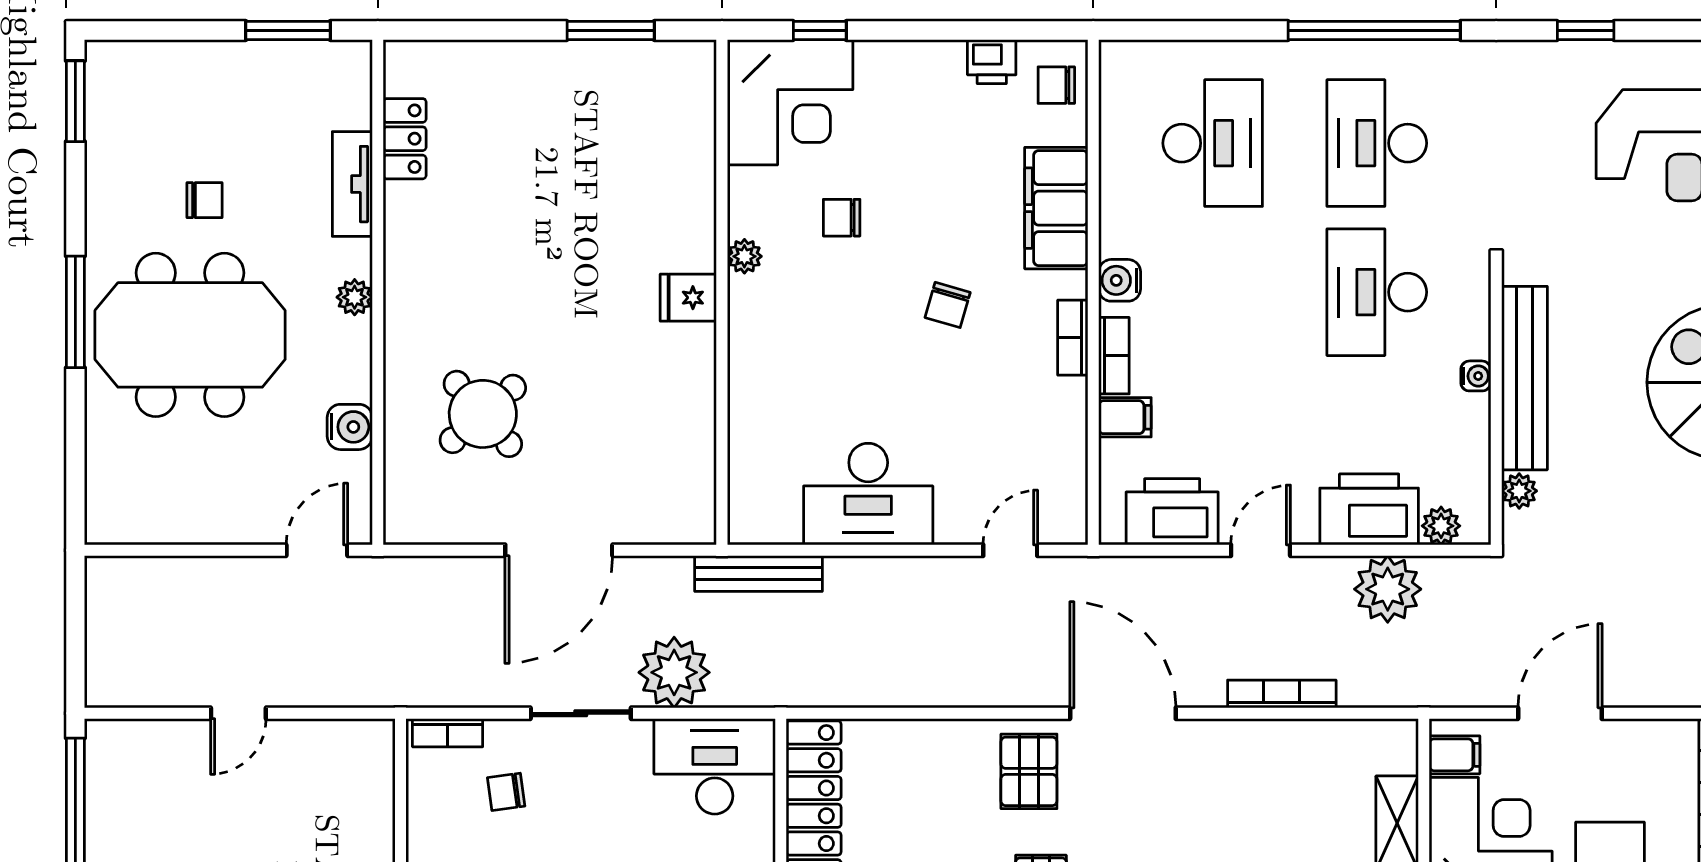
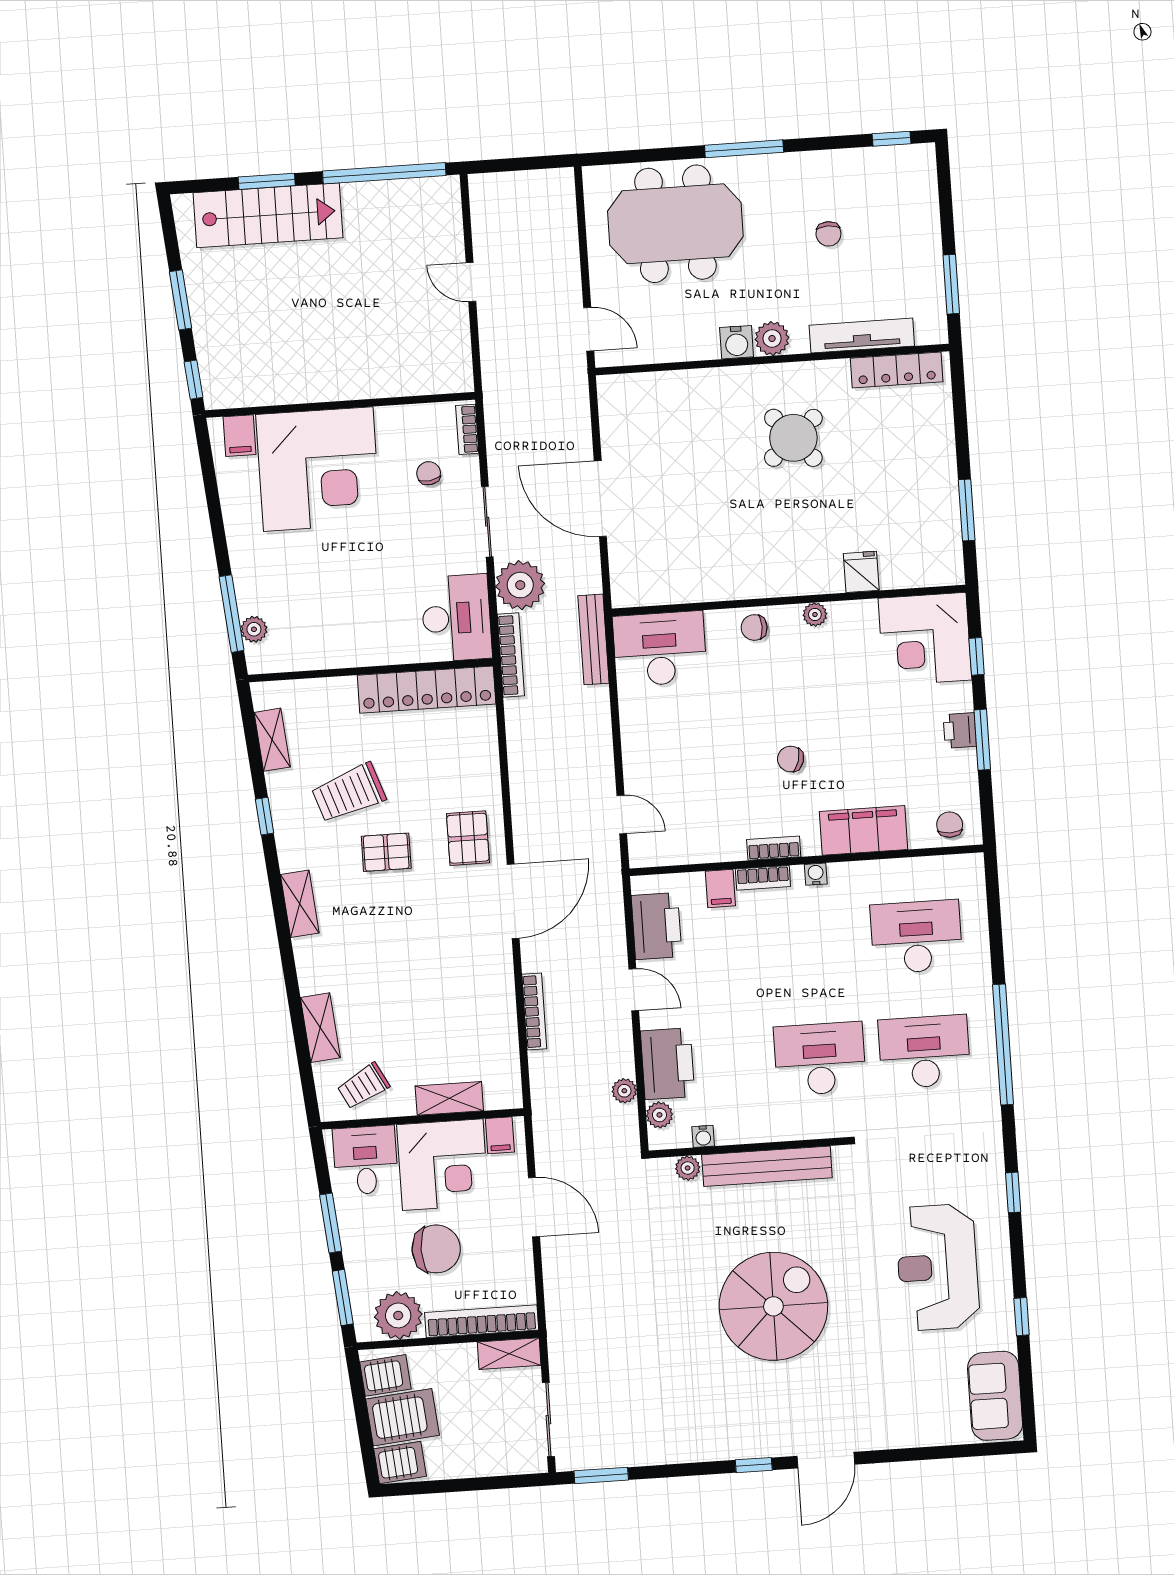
window: (939, 30) -> (982, 740), added
printer: (992, 62) -> (960, 730), moved
window: (75, 101) -> (892, 139), width x0.67
locker: (405, 139) -> (897, 370), width x1.53
desk: (1213, 143) -> (916, 937), turned 180
tv unit: (352, 184) -> (862, 336), width x1.41
chair: (842, 218) -> (754, 627), moved, turned -90
water cooler: (1120, 280) -> (816, 874), width x0.72, depth x0.72
plant: (355, 297) -> (772, 338), width x1.38, depth x1.38
fridge: (688, 298) -> (861, 572), moved
meeting table: (190, 335) -> (675, 224), moved, turned 90
water cooler: (1476, 376) -> (703, 1136), moved
round table: (483, 414) -> (793, 438), moved
water cooler: (350, 427) -> (737, 342), moved
desk: (868, 494) -> (660, 649), moved, turned 90
plant: (1388, 589) -> (624, 1091), width x0.53, depth x0.53
bookcase: (773, 693) -> (511, 655), added
pallet: (1029, 771) -> (468, 838), turned 90

